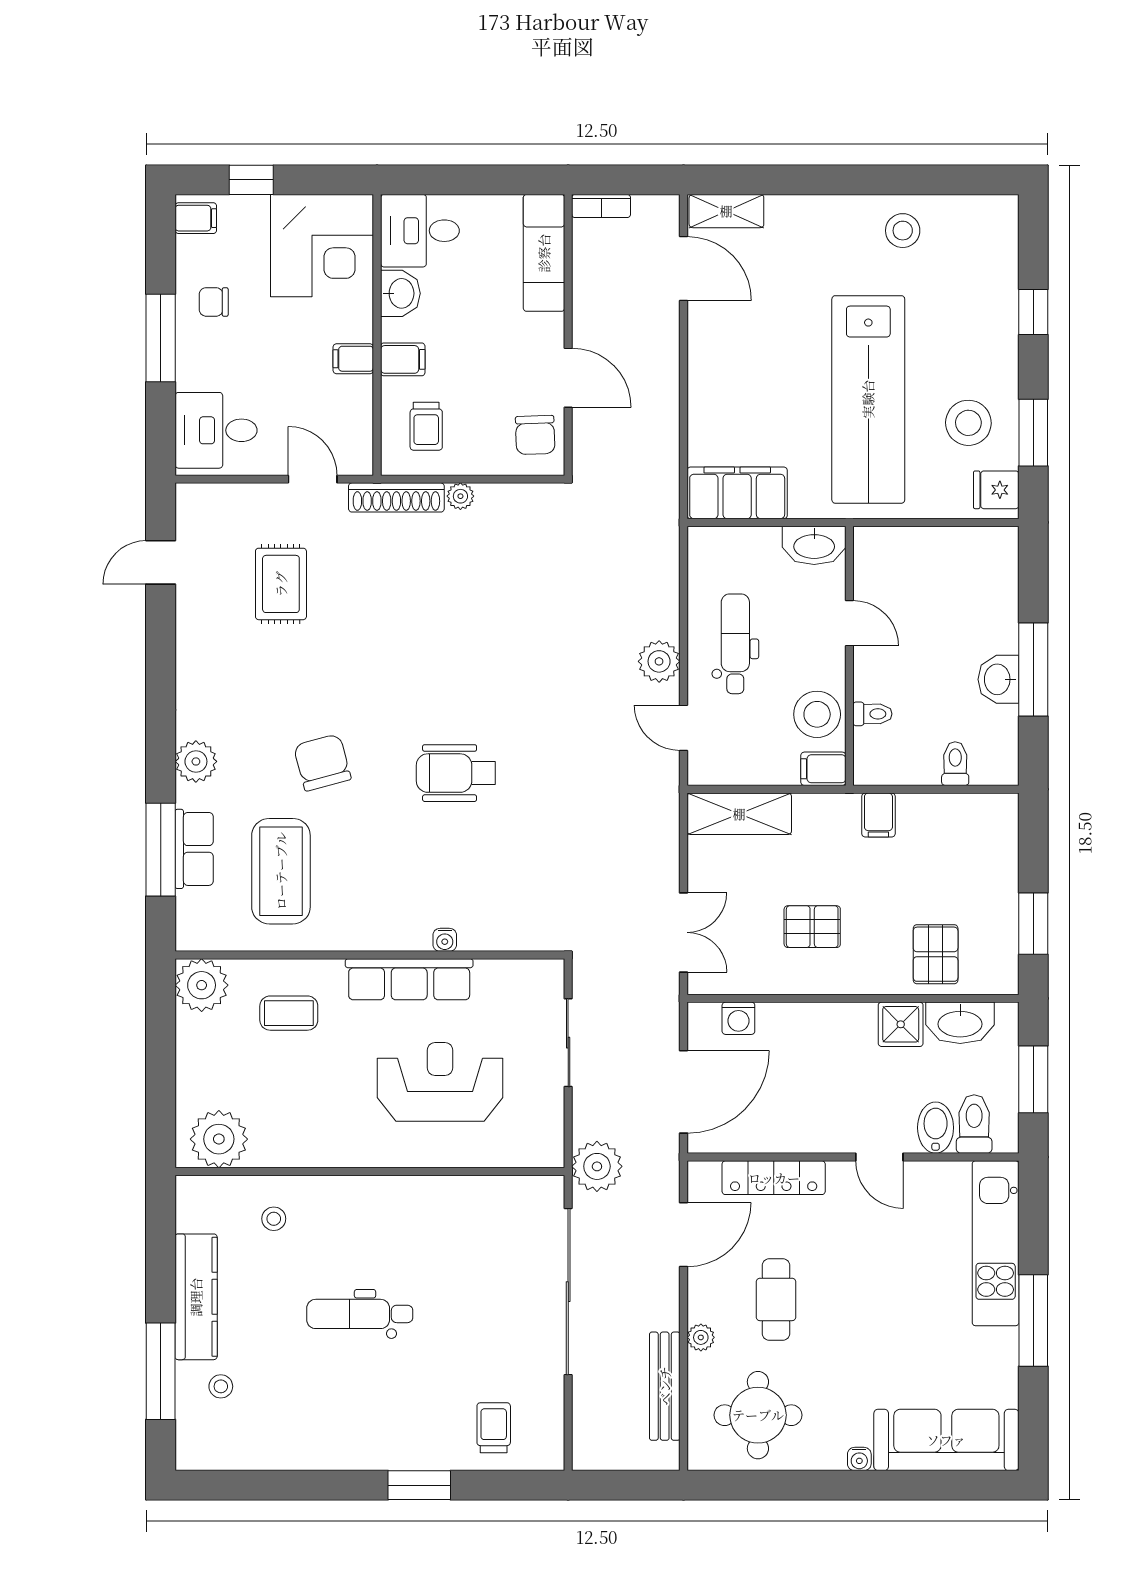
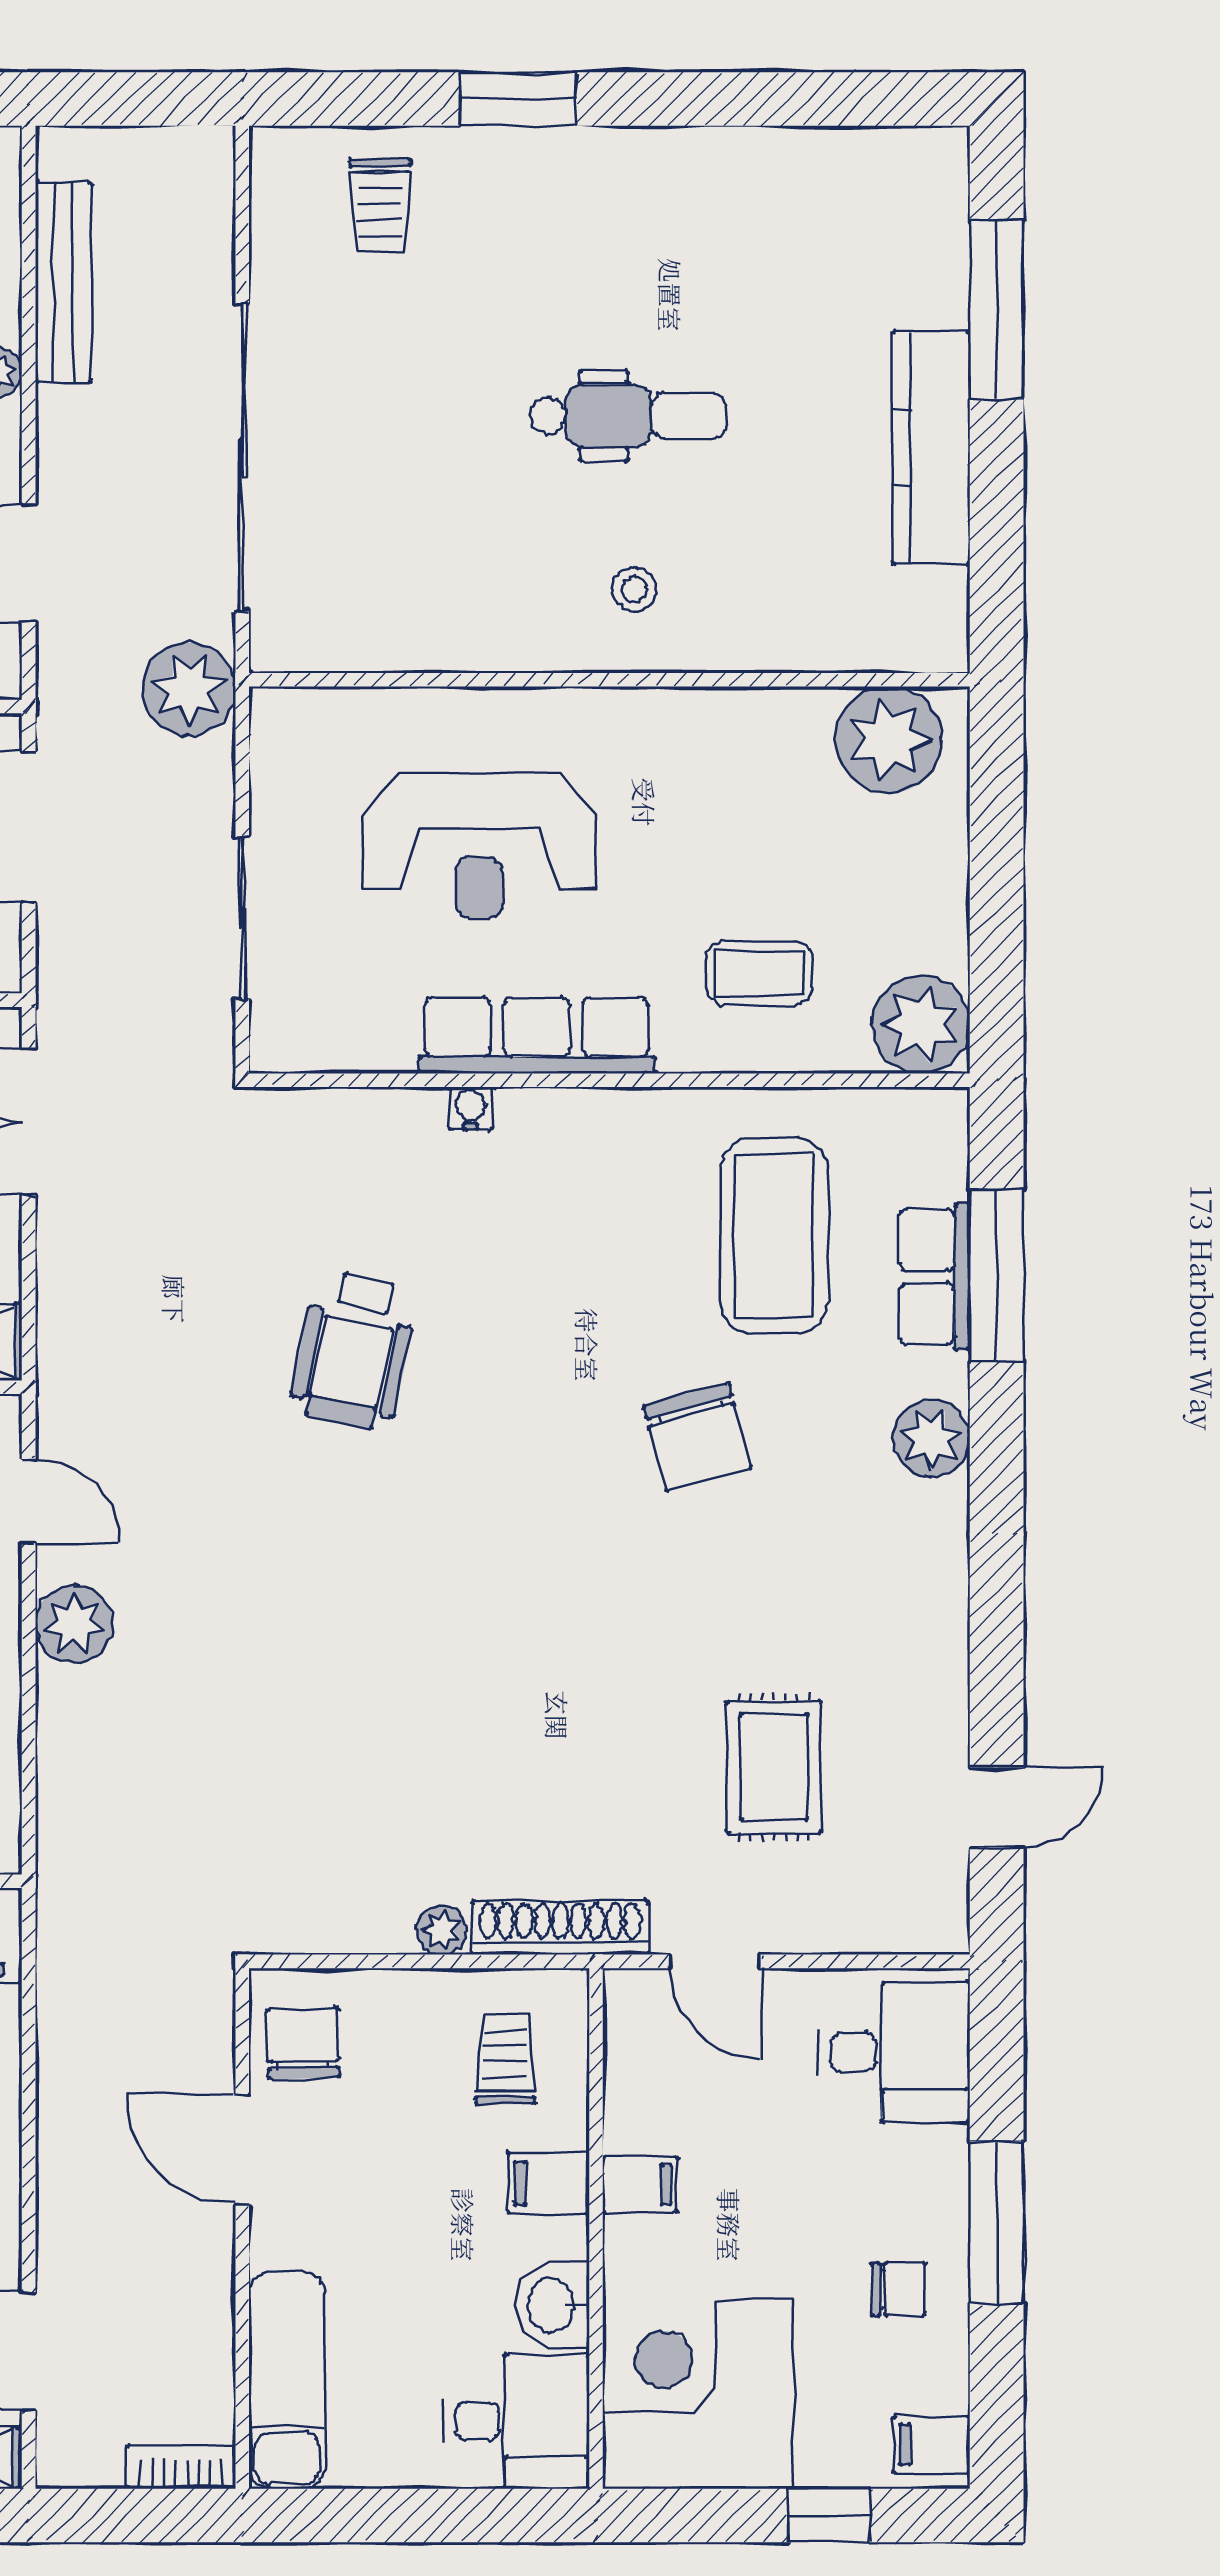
wheelchair: (456, 773) -> (354, 1350), moved, turned 102
stool: (274, 1219) -> (634, 589), moved
stool: (221, 1386) -> (885, 282), removed

